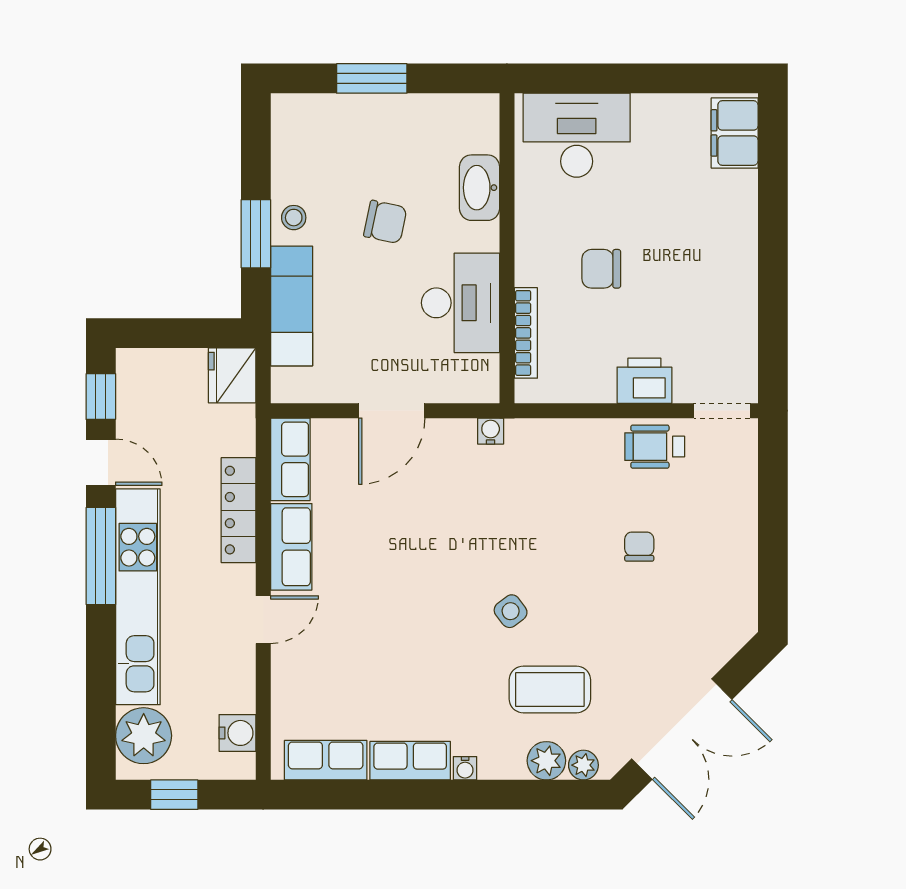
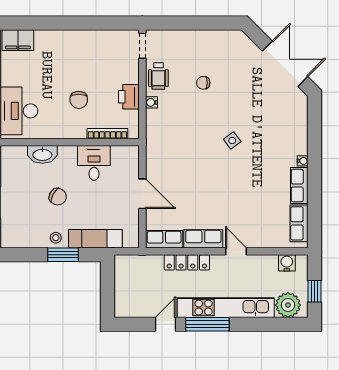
chair: (385, 222) -> (58, 197), turned 107
desk: (460, 303) -> (94, 163), width x0.73
fridge: (232, 375) -> (127, 265), removed
printer: (644, 381) -> (129, 97), moved
window: (101, 397) -> (136, 324), removed
water cooler: (491, 431) -> (151, 102), moved
coffee table: (550, 689) -> (267, 123), removed
plant: (546, 761) -> (299, 124), removed
plant: (583, 765) -> (301, 108), removed

